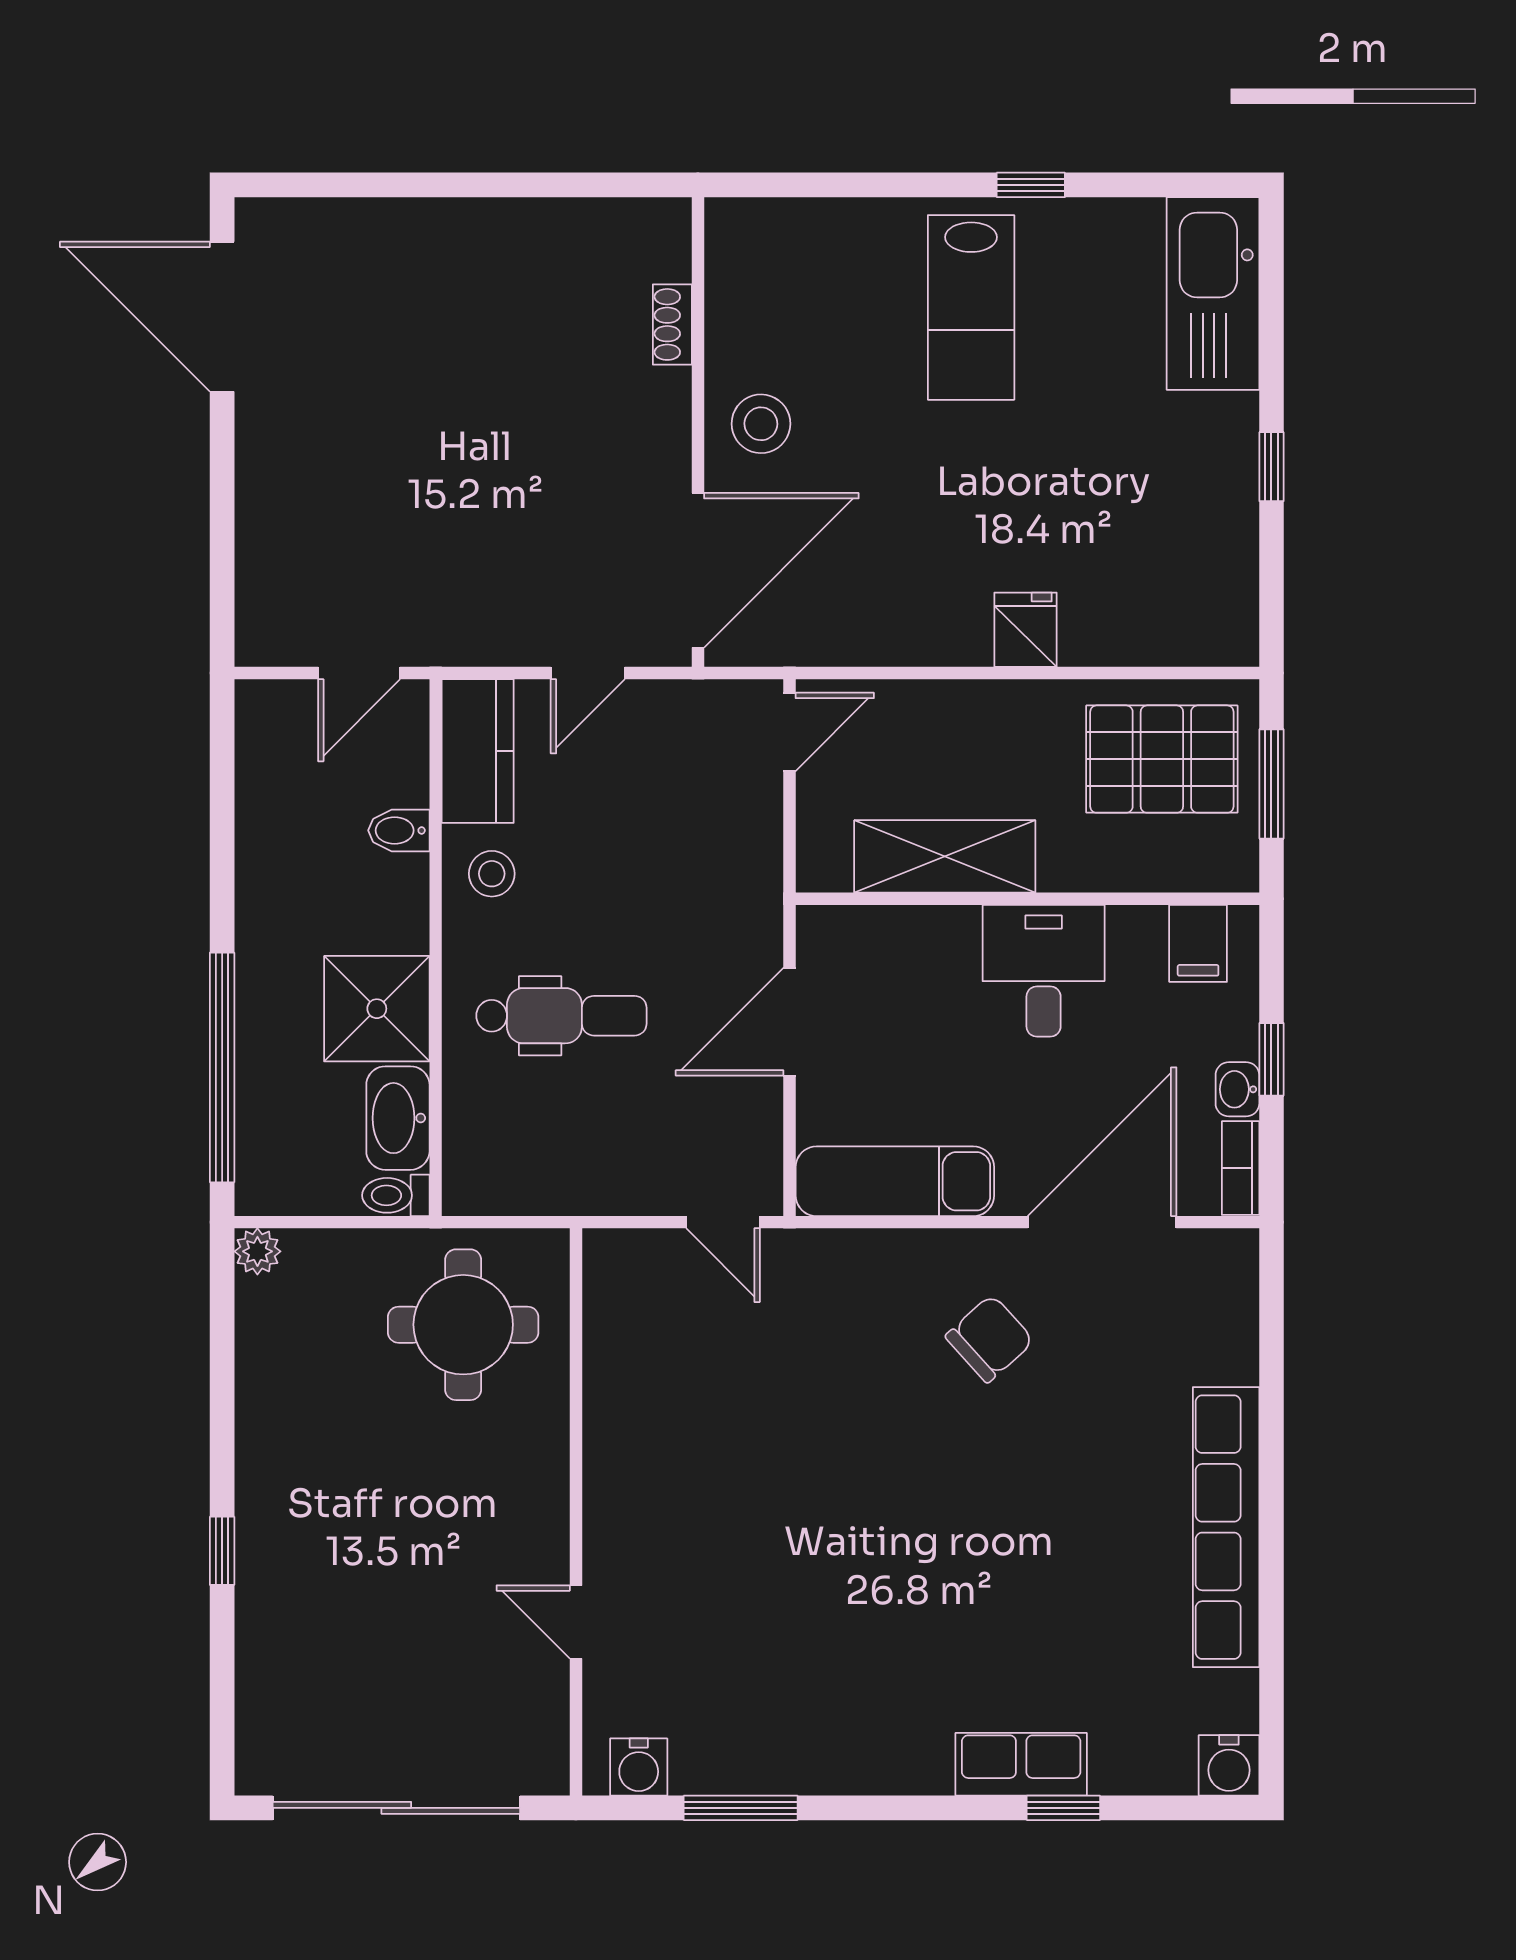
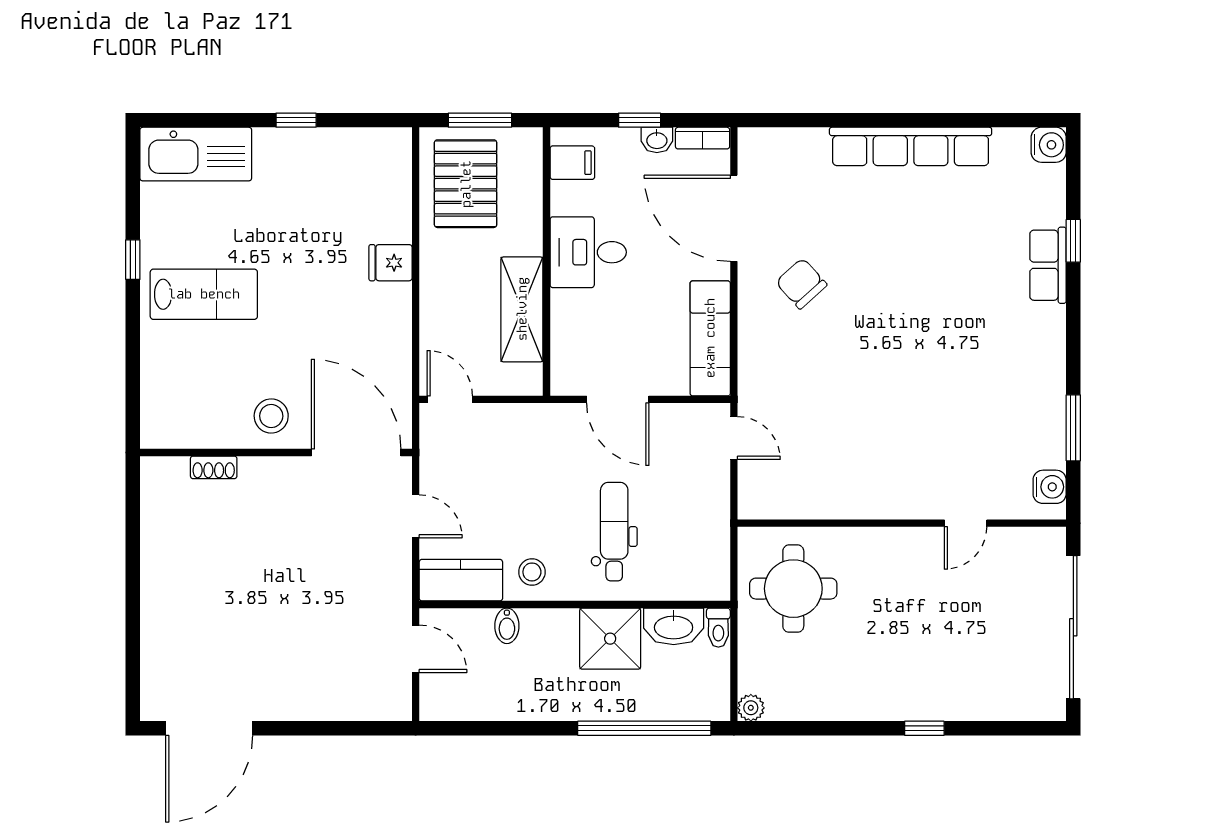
door: (723, 1222) -> (734, 438), hinge flipped

